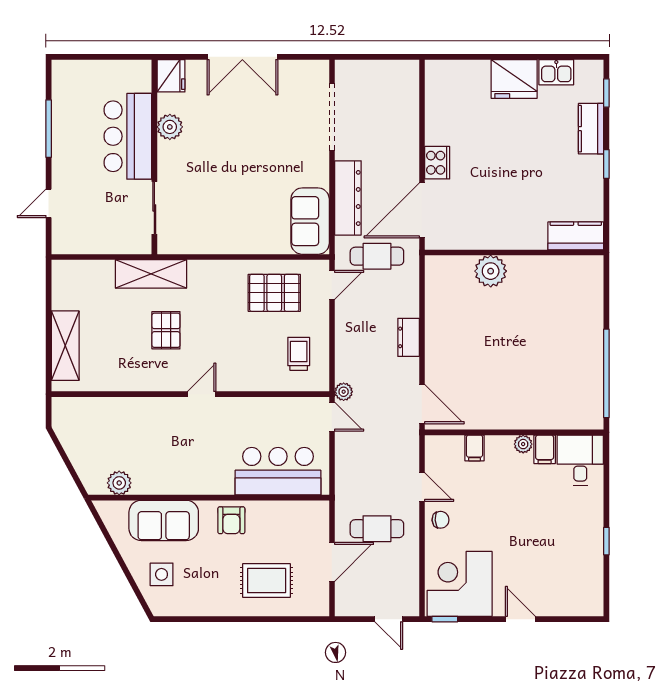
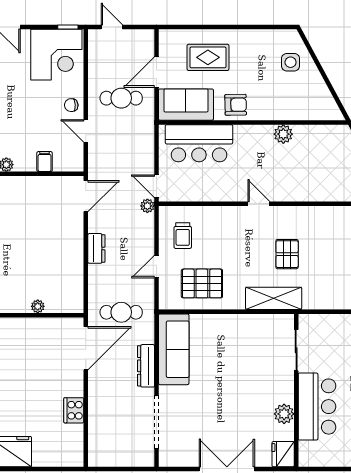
cooker: (437, 163) -> (74, 410), moved
dresser: (348, 198) -> (146, 366), width x0.73, depth x0.80
sofa: (310, 221) -> (174, 349), width x1.36
plant: (491, 271) -> (38, 306), width x0.53, depth x0.53
shelving: (151, 274) -> (274, 298), moved
door: (332, 285) -> (157, 267), moved
door: (202, 394) -> (259, 204), swing flipped
door: (422, 404) -> (86, 196), swing flipped
plant: (119, 483) -> (283, 134), moved
sofa: (164, 520) -> (186, 105), moved
armchair: (231, 520) -> (236, 105), turned 89

